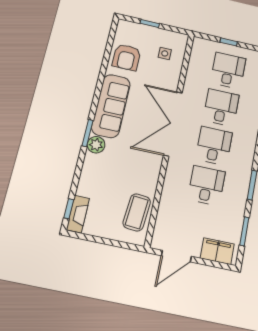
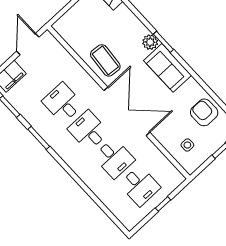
sofa: (111, 106) -> (168, 68), width x0.73
desk: (214, 146) -> (88, 131), turned 180
desk: (206, 186) -> (63, 103), turned 180
coffee table: (137, 212) -> (105, 60), moved

